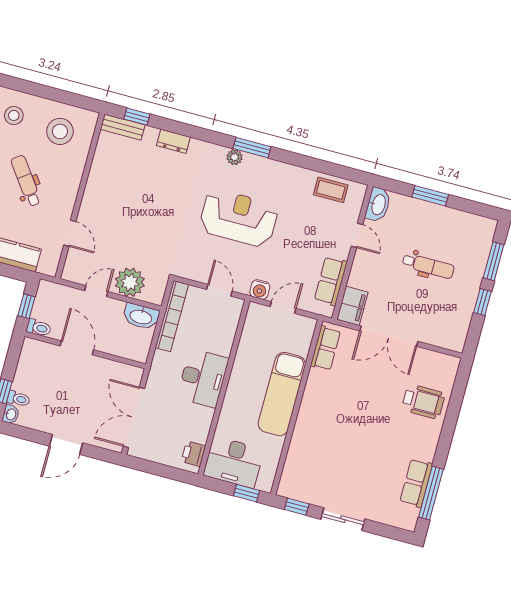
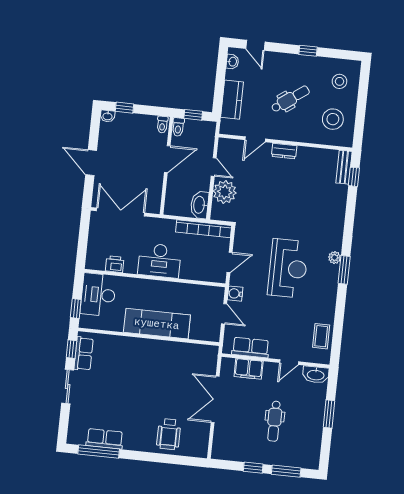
dresser: (173, 141) -> (284, 151), moved, turned -90
filing cabinet: (352, 306) -> (249, 369), moved
row of seats: (325, 348) -> (84, 354), moved, turned -90
toilet: (18, 399) -> (162, 125), moved
printer: (193, 454) -> (115, 264), moved

